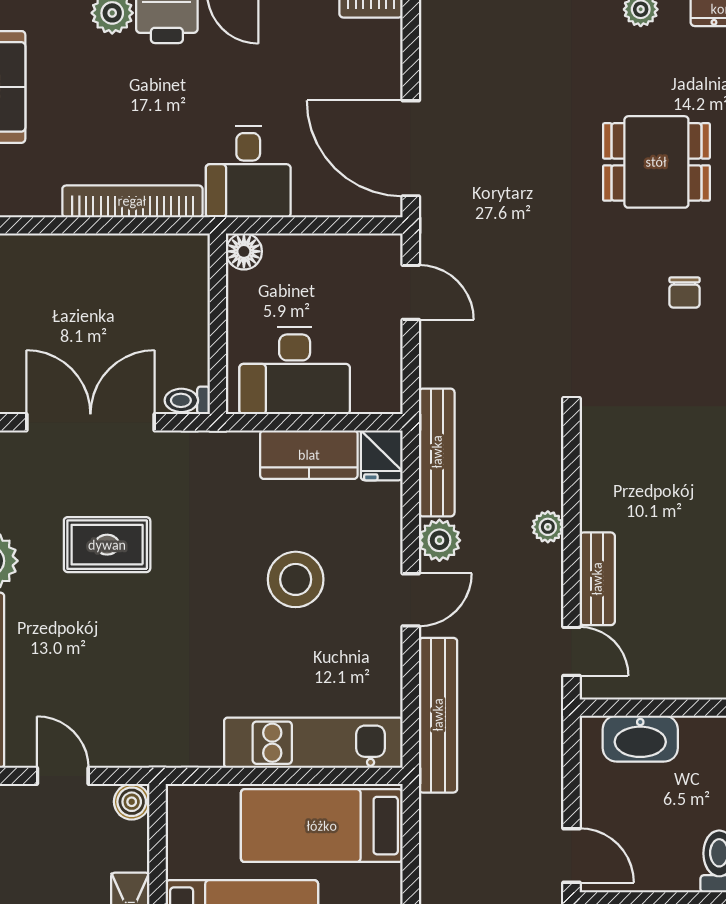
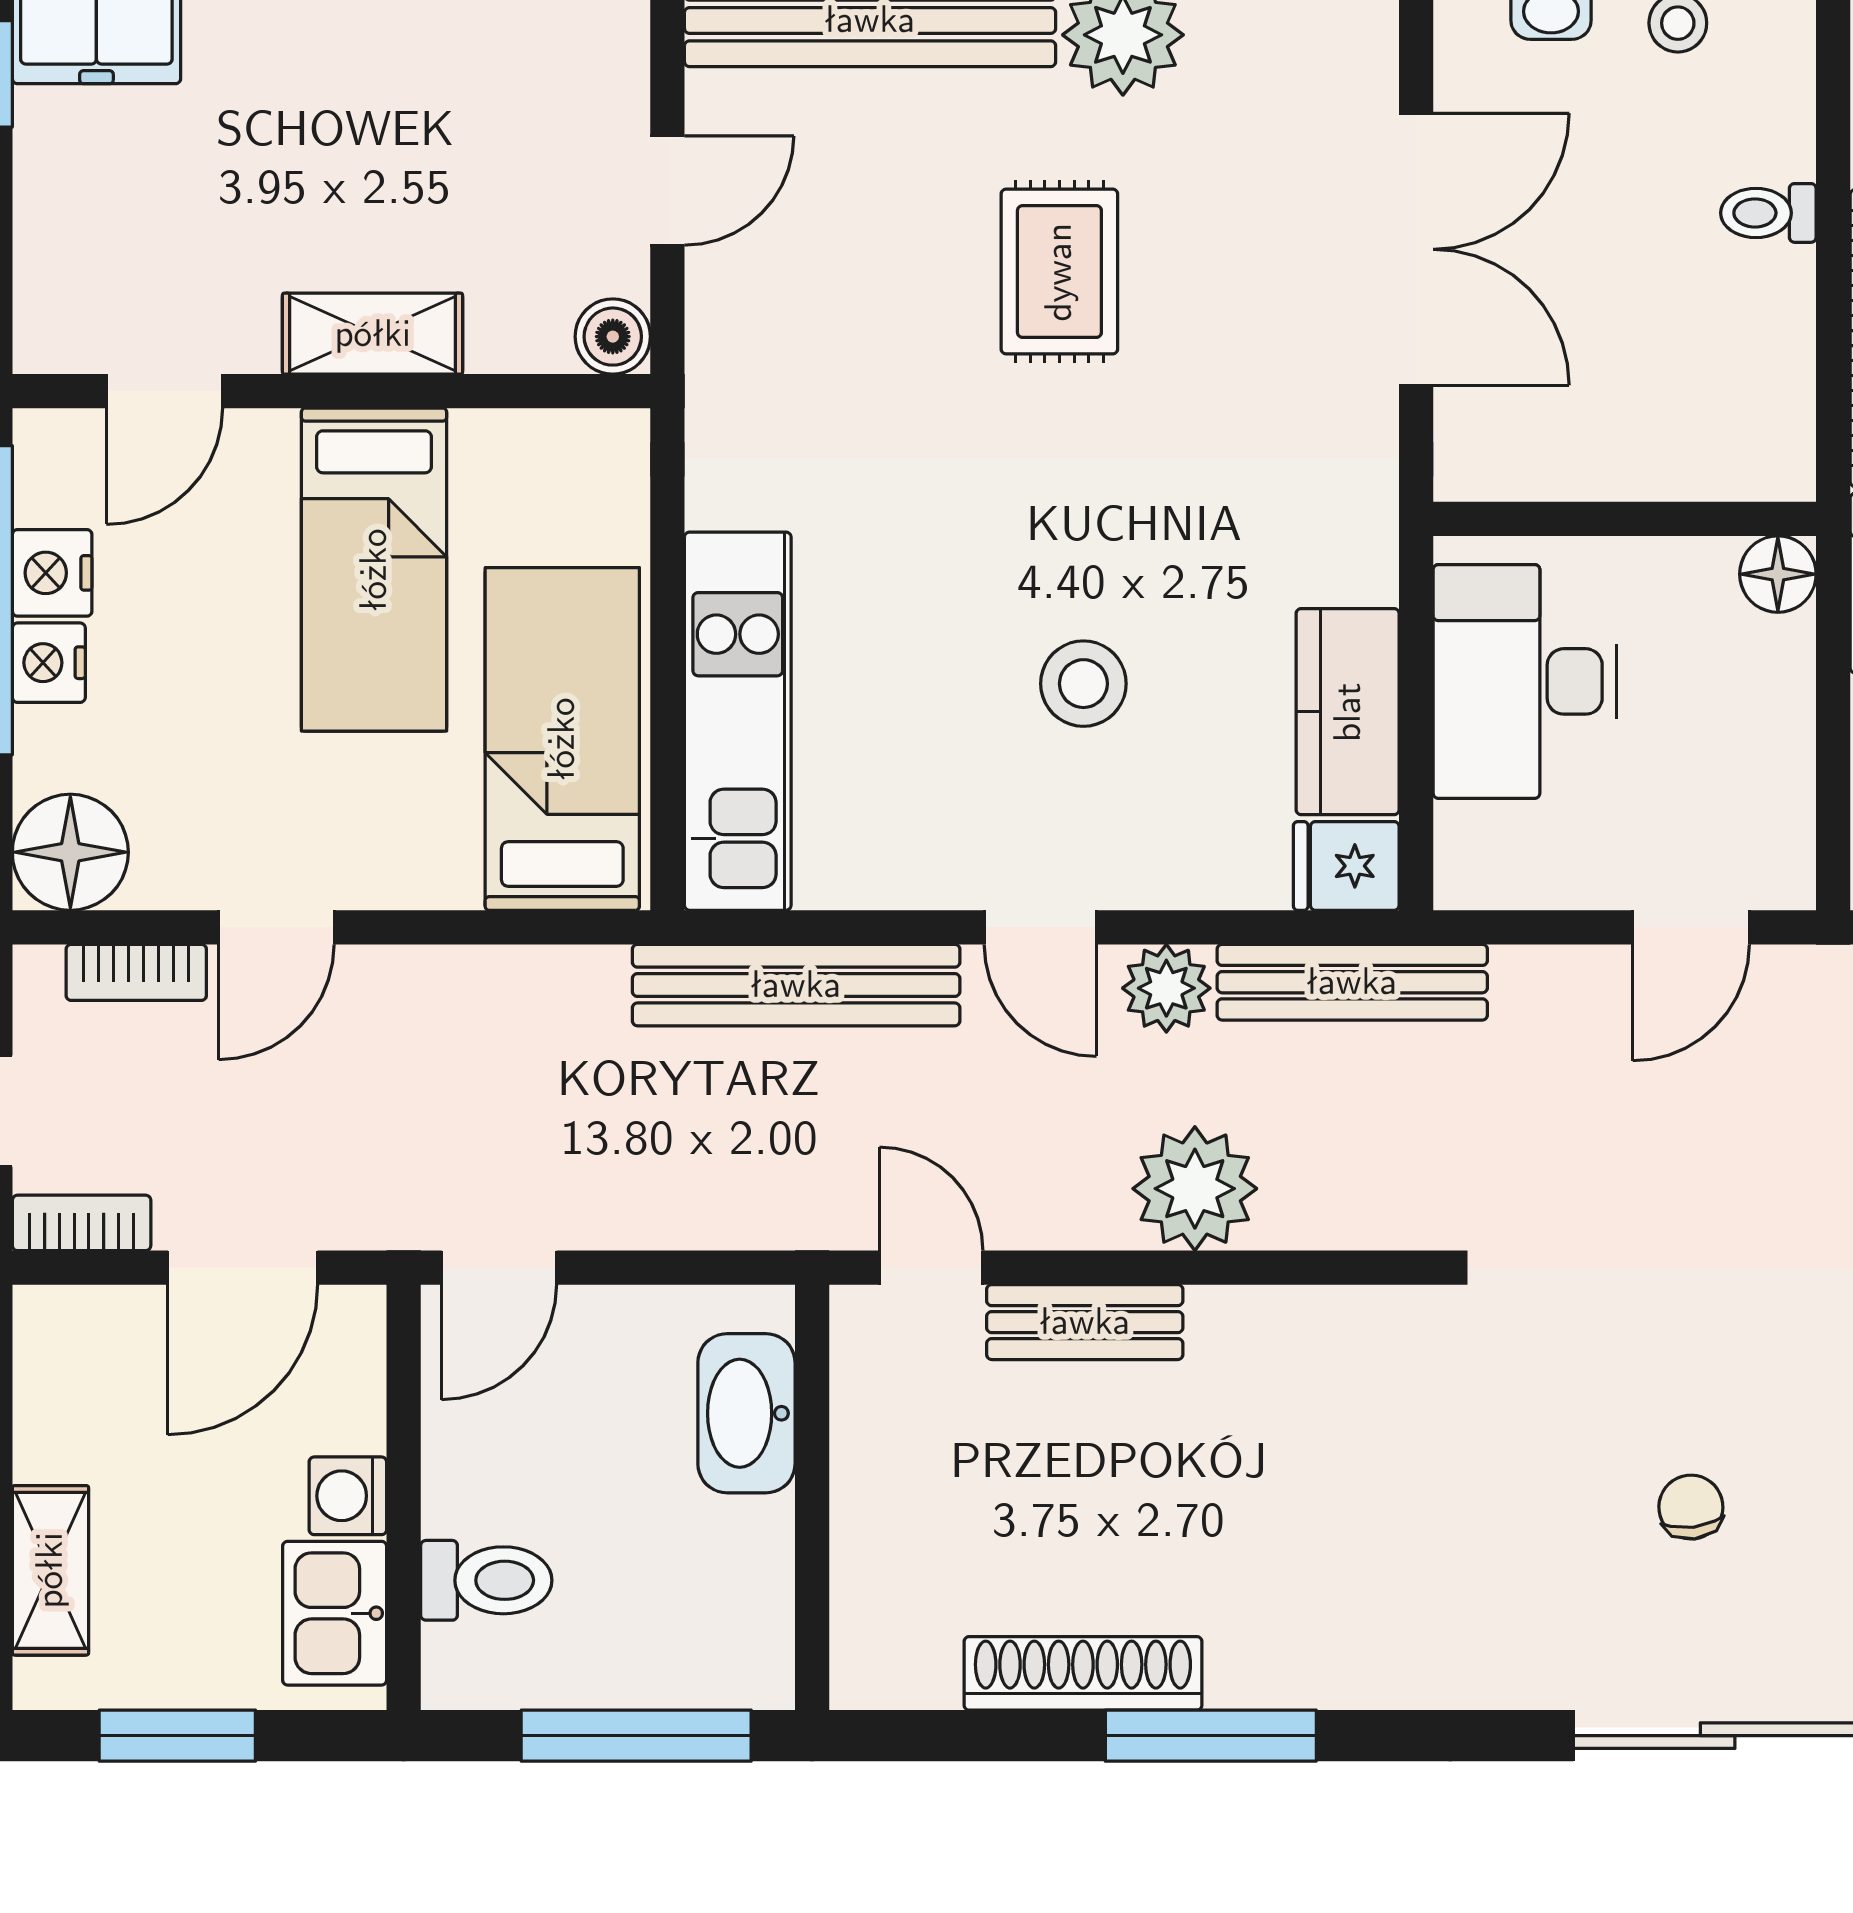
chair: (685, 293) -> (1691, 1507), turned 83
toilet: (187, 400) -> (1768, 213), moved, turned -90
plant: (548, 527) -> (1195, 1189), width x1.87, depth x1.87
rug: (107, 545) -> (1059, 272), moved
stool: (296, 579) -> (1083, 684), width x0.73, depth x0.73
door: (571, 651) -> (931, 1268), swing flipped

